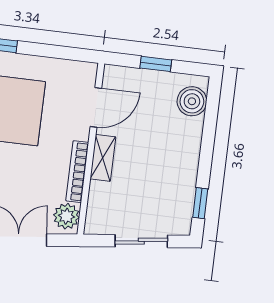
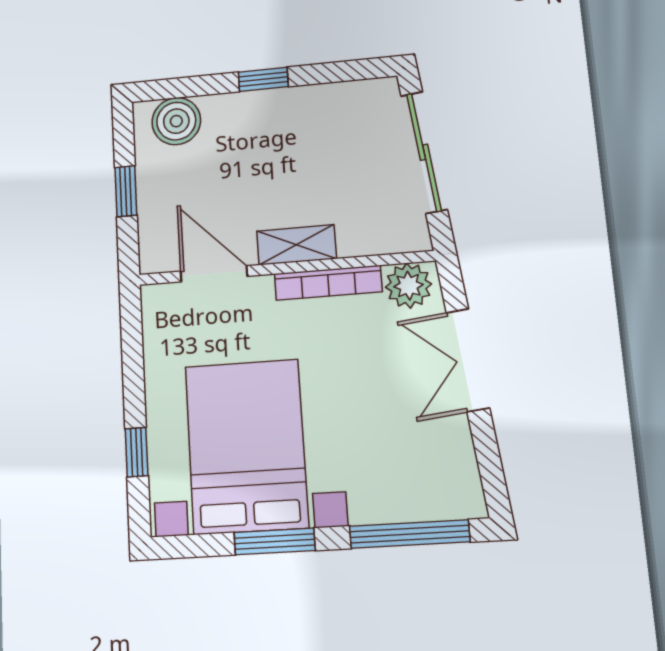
window: (200, 203) -> (263, 79), moved
sliding door: (141, 241) -> (424, 152), width x1.37

